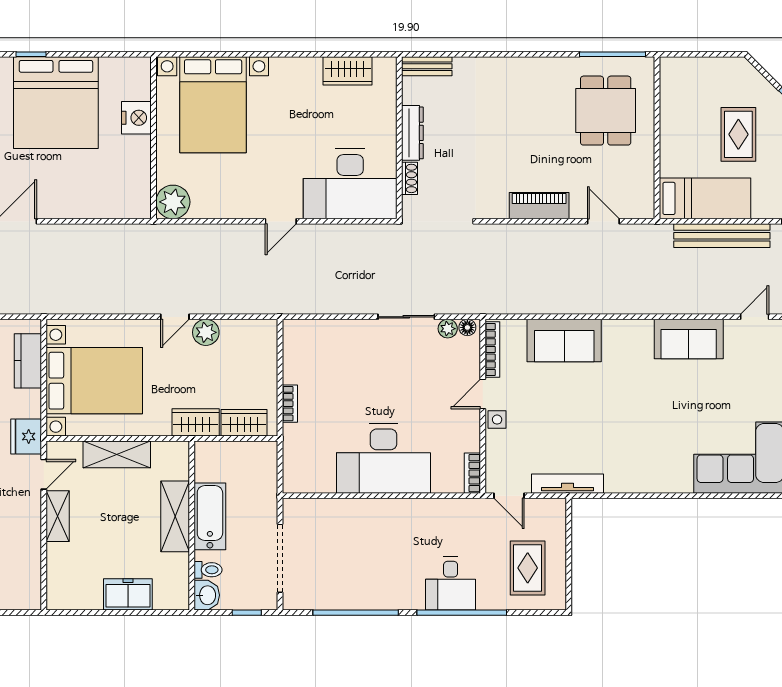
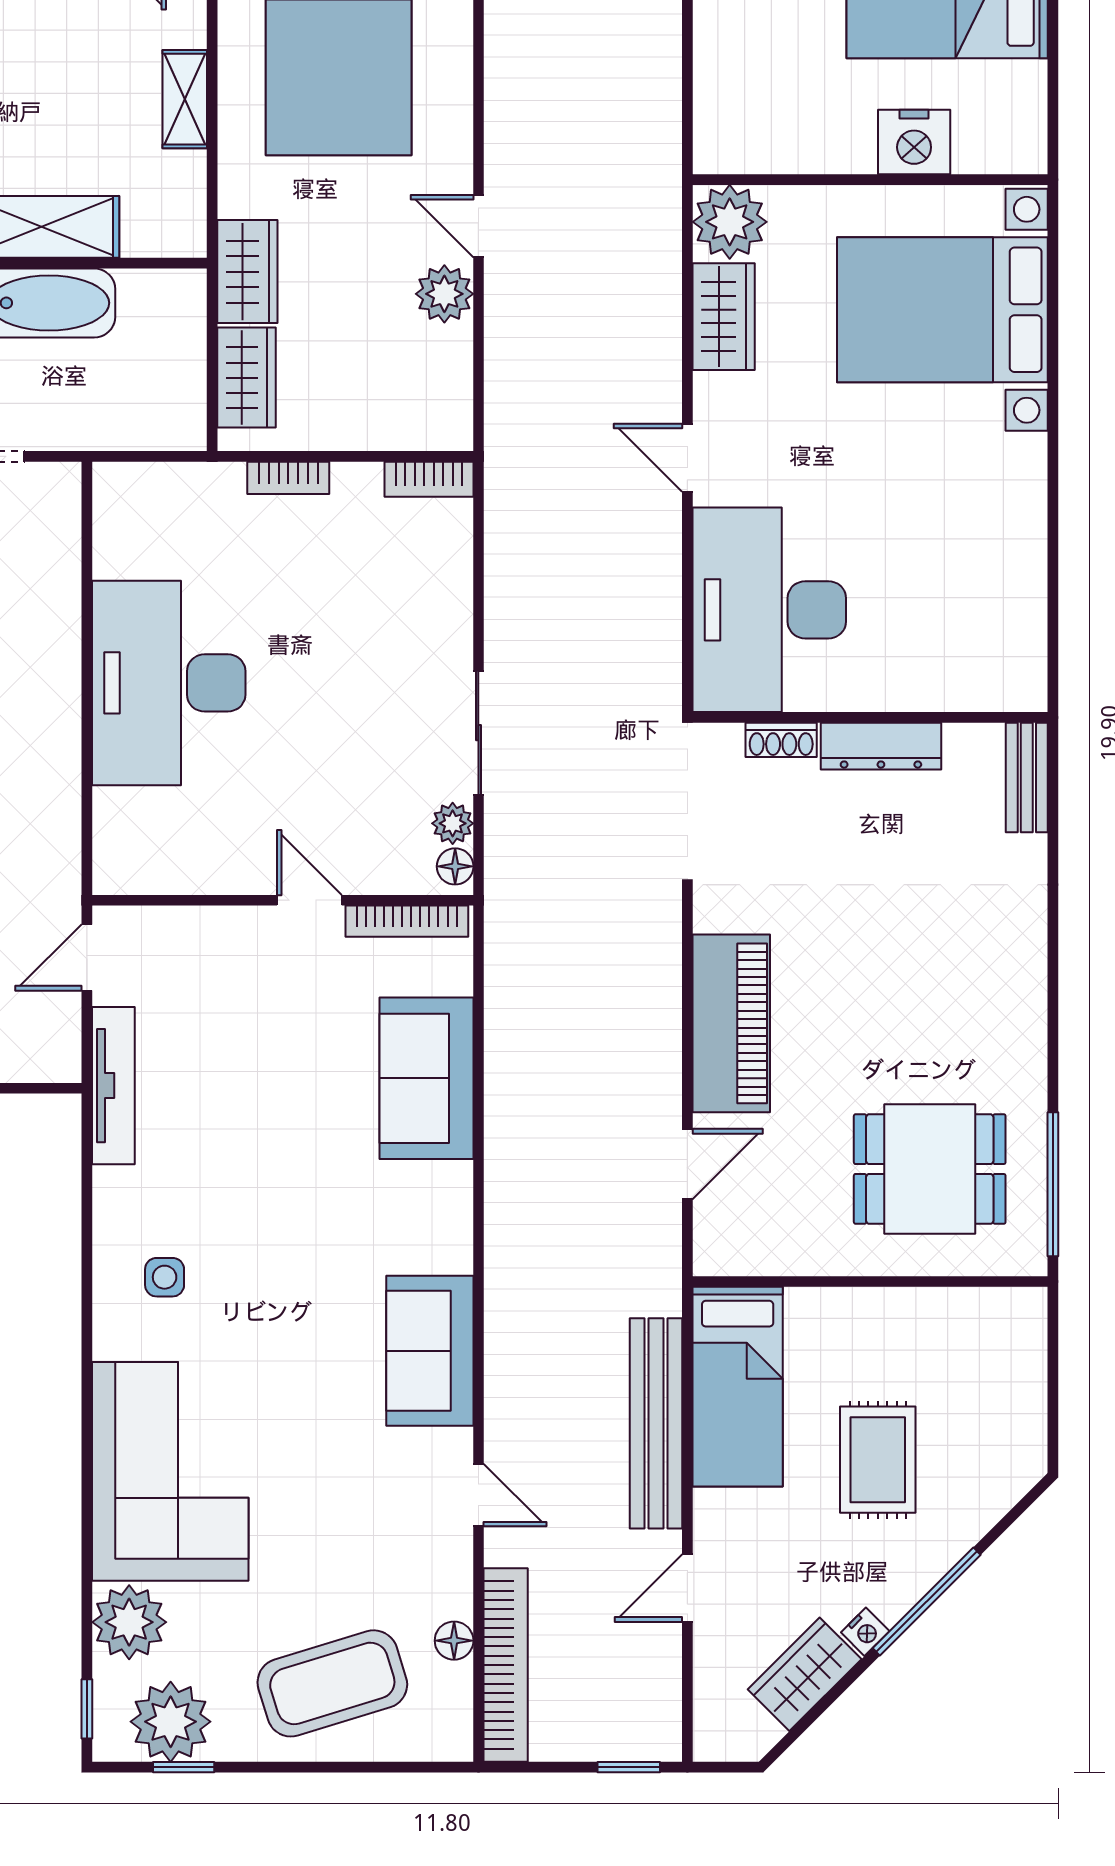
wardrobe: (348, 71) -> (724, 317), moved, turned 180
rug: (738, 134) -> (878, 1460), turned 90
piano: (539, 206) -> (731, 1023), width x1.37, depth x1.33
side table: (497, 420) -> (165, 1277), moved
shelving: (117, 454) -> (185, 99), width x0.67, depth x0.75
bookcase: (472, 473) -> (429, 479), moved, turned 180

